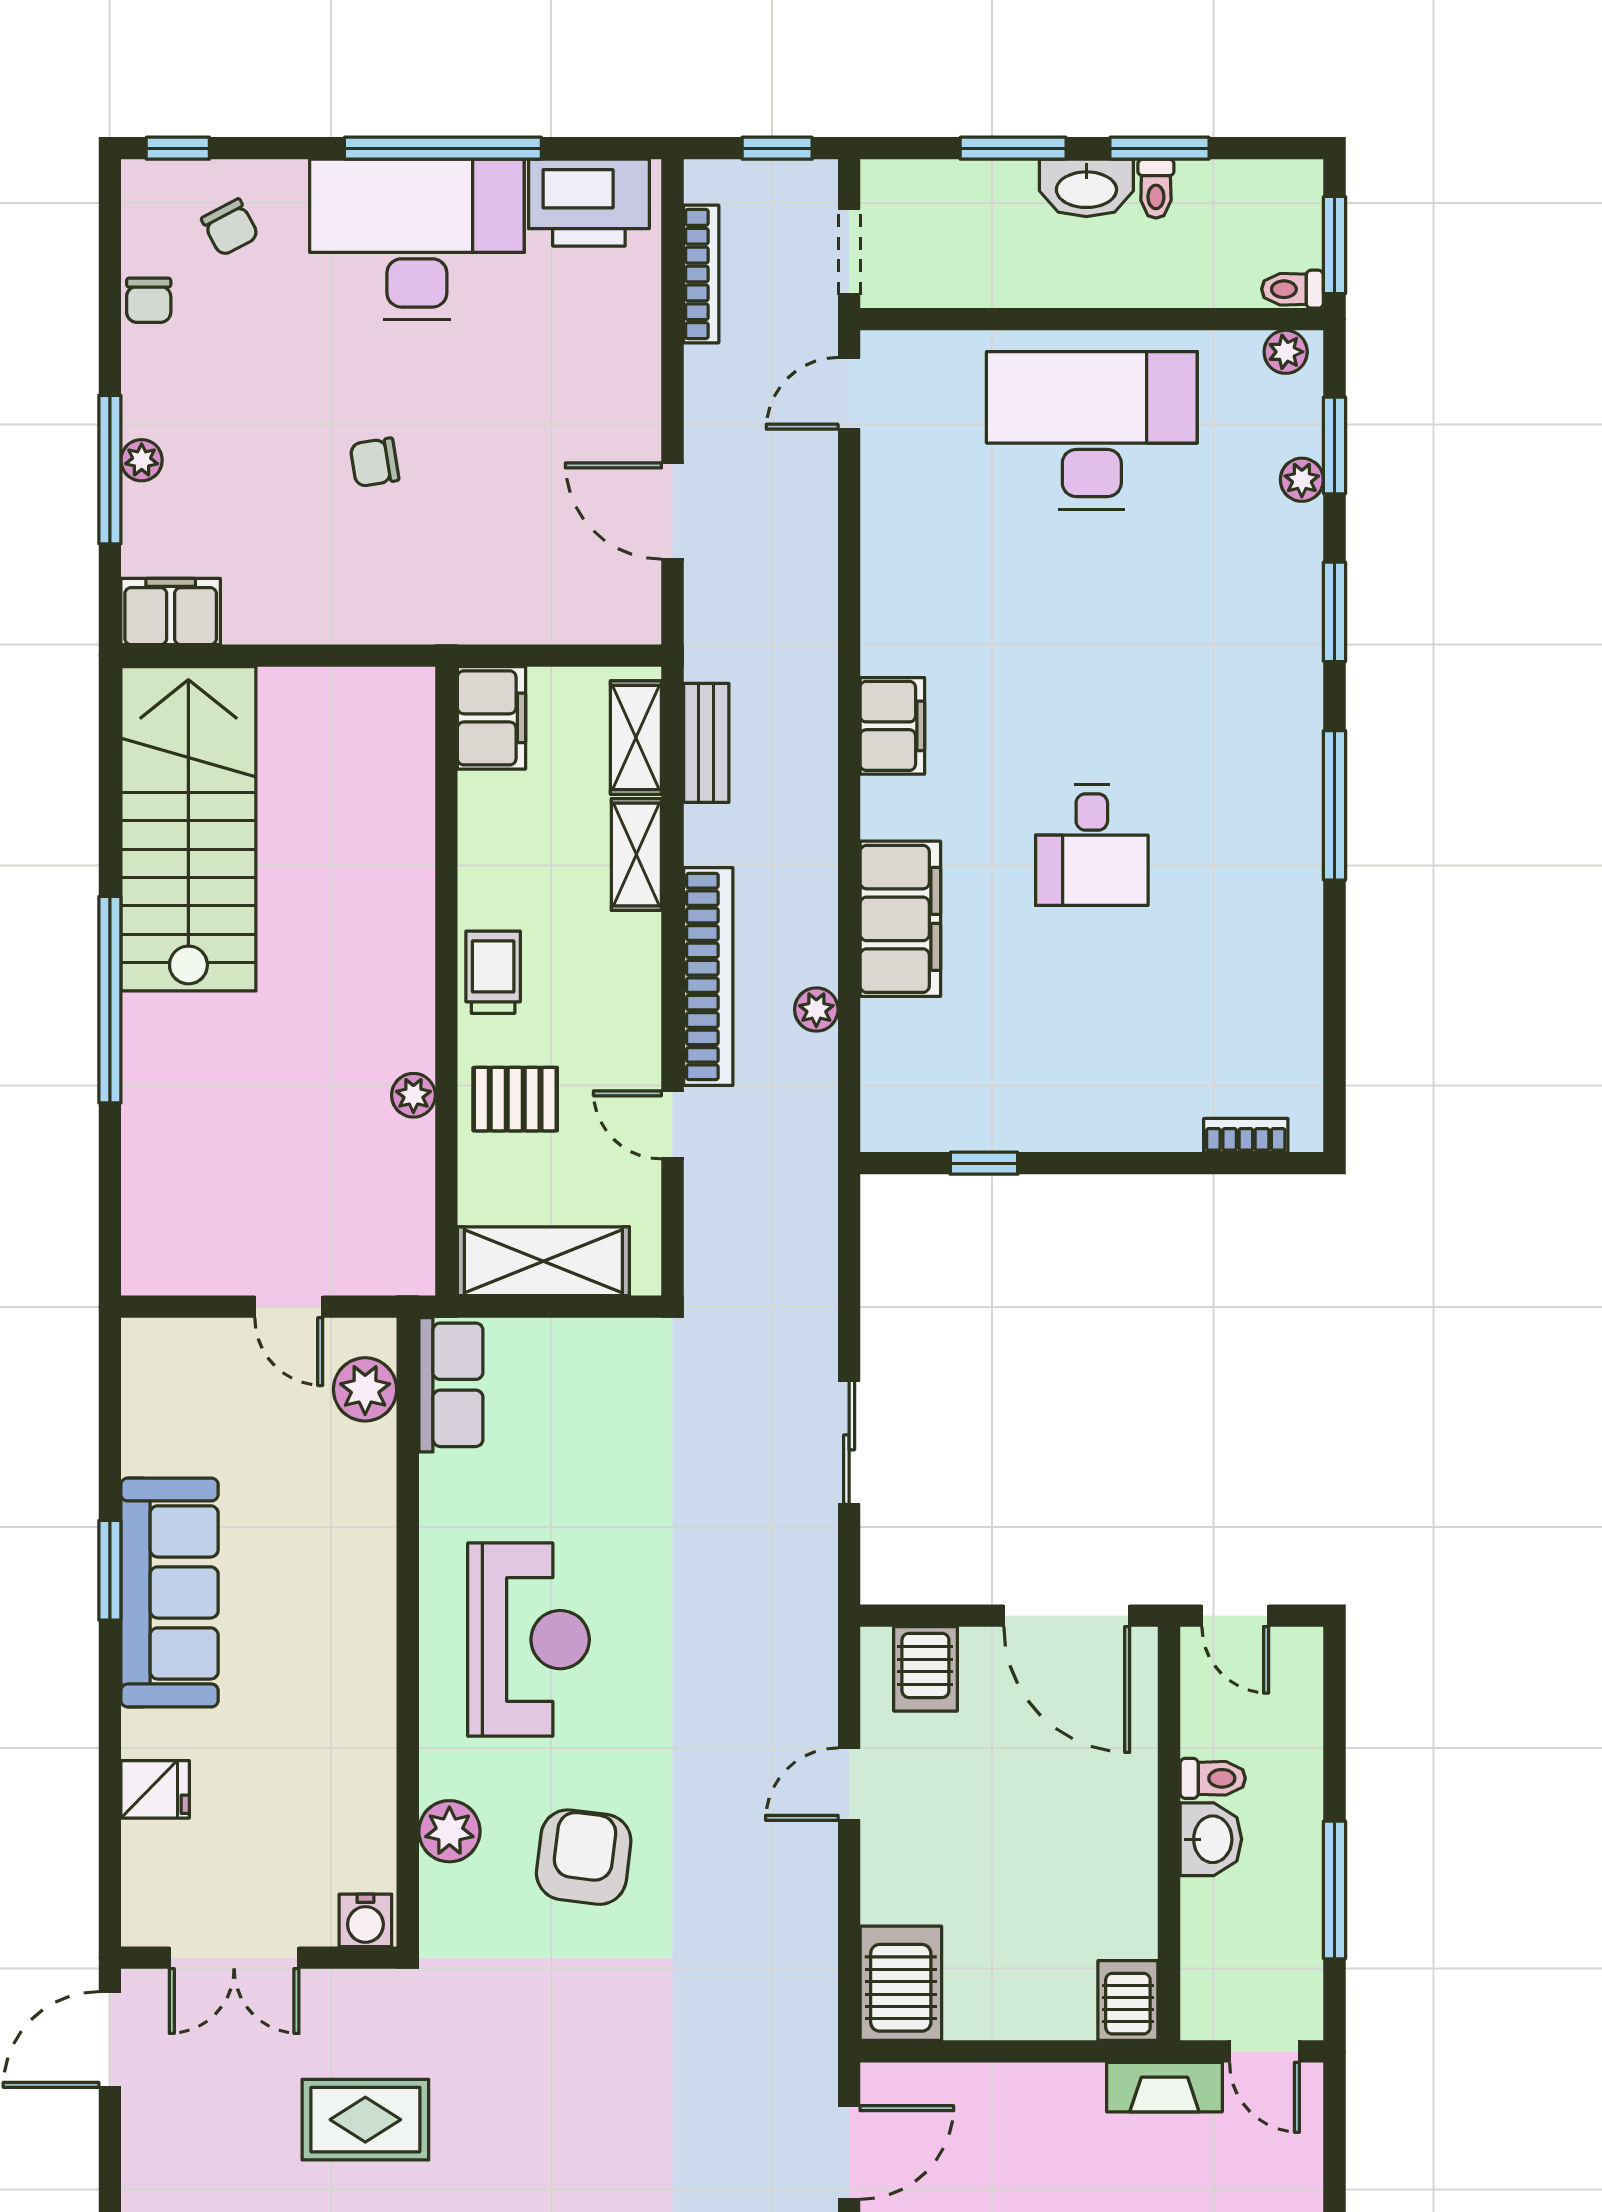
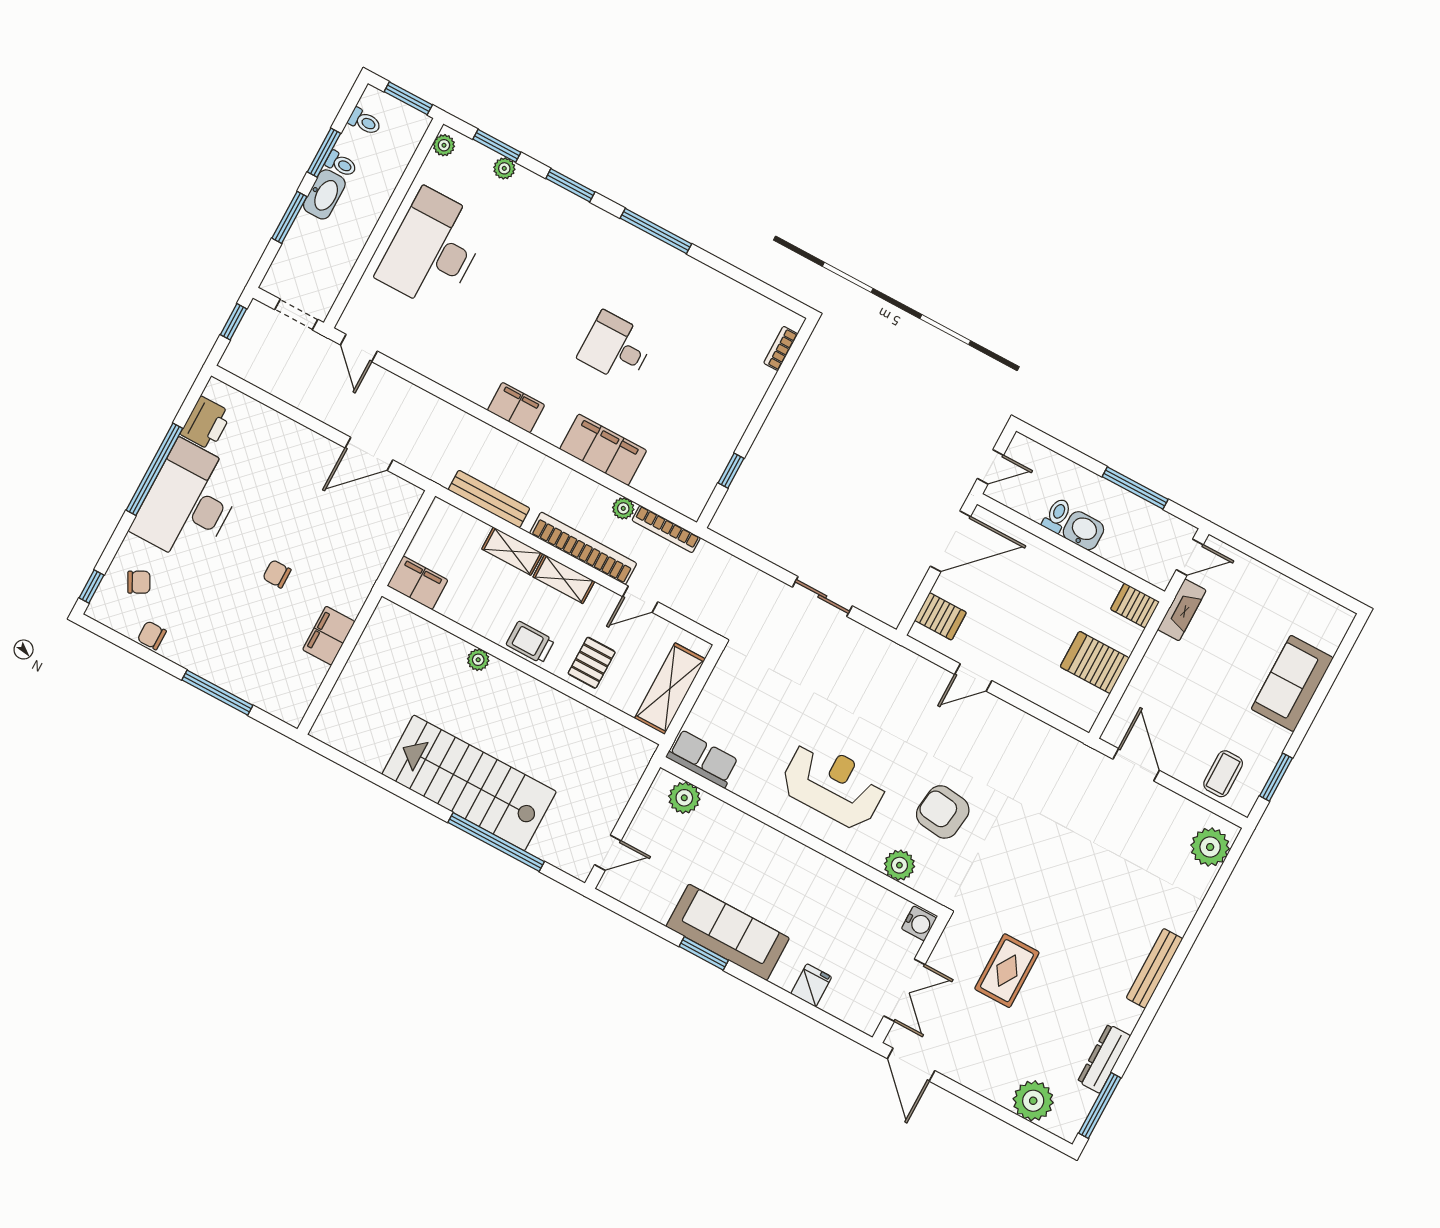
printer: (589, 203) -> (206, 423), width x0.73, depth x0.84
bookcase: (701, 274) -> (666, 529), moved, turned 180
toilet: (1293, 289) -> (365, 122), moved, turned -90
chair: (149, 300) -> (152, 635), turned 180
plant: (142, 460) -> (221, 676), removed
chair: (375, 462) -> (277, 574), turned 99
filing cabinet: (171, 612) -> (329, 636), moved
shelving: (636, 738) -> (564, 579), moved
bench: (706, 743) -> (489, 499), width x1.36
stairs: (188, 829) -> (469, 783), moved
desk: (1092, 845) -> (616, 348), turned 180
window: (110, 1000) -> (496, 842), moved
plant: (413, 1095) -> (478, 660), moved
door: (289, 1307) -> (608, 853), moved
door: (849, 1784) -> (973, 677), hinge flipped
server rack: (901, 1983) -> (1095, 662), moved

